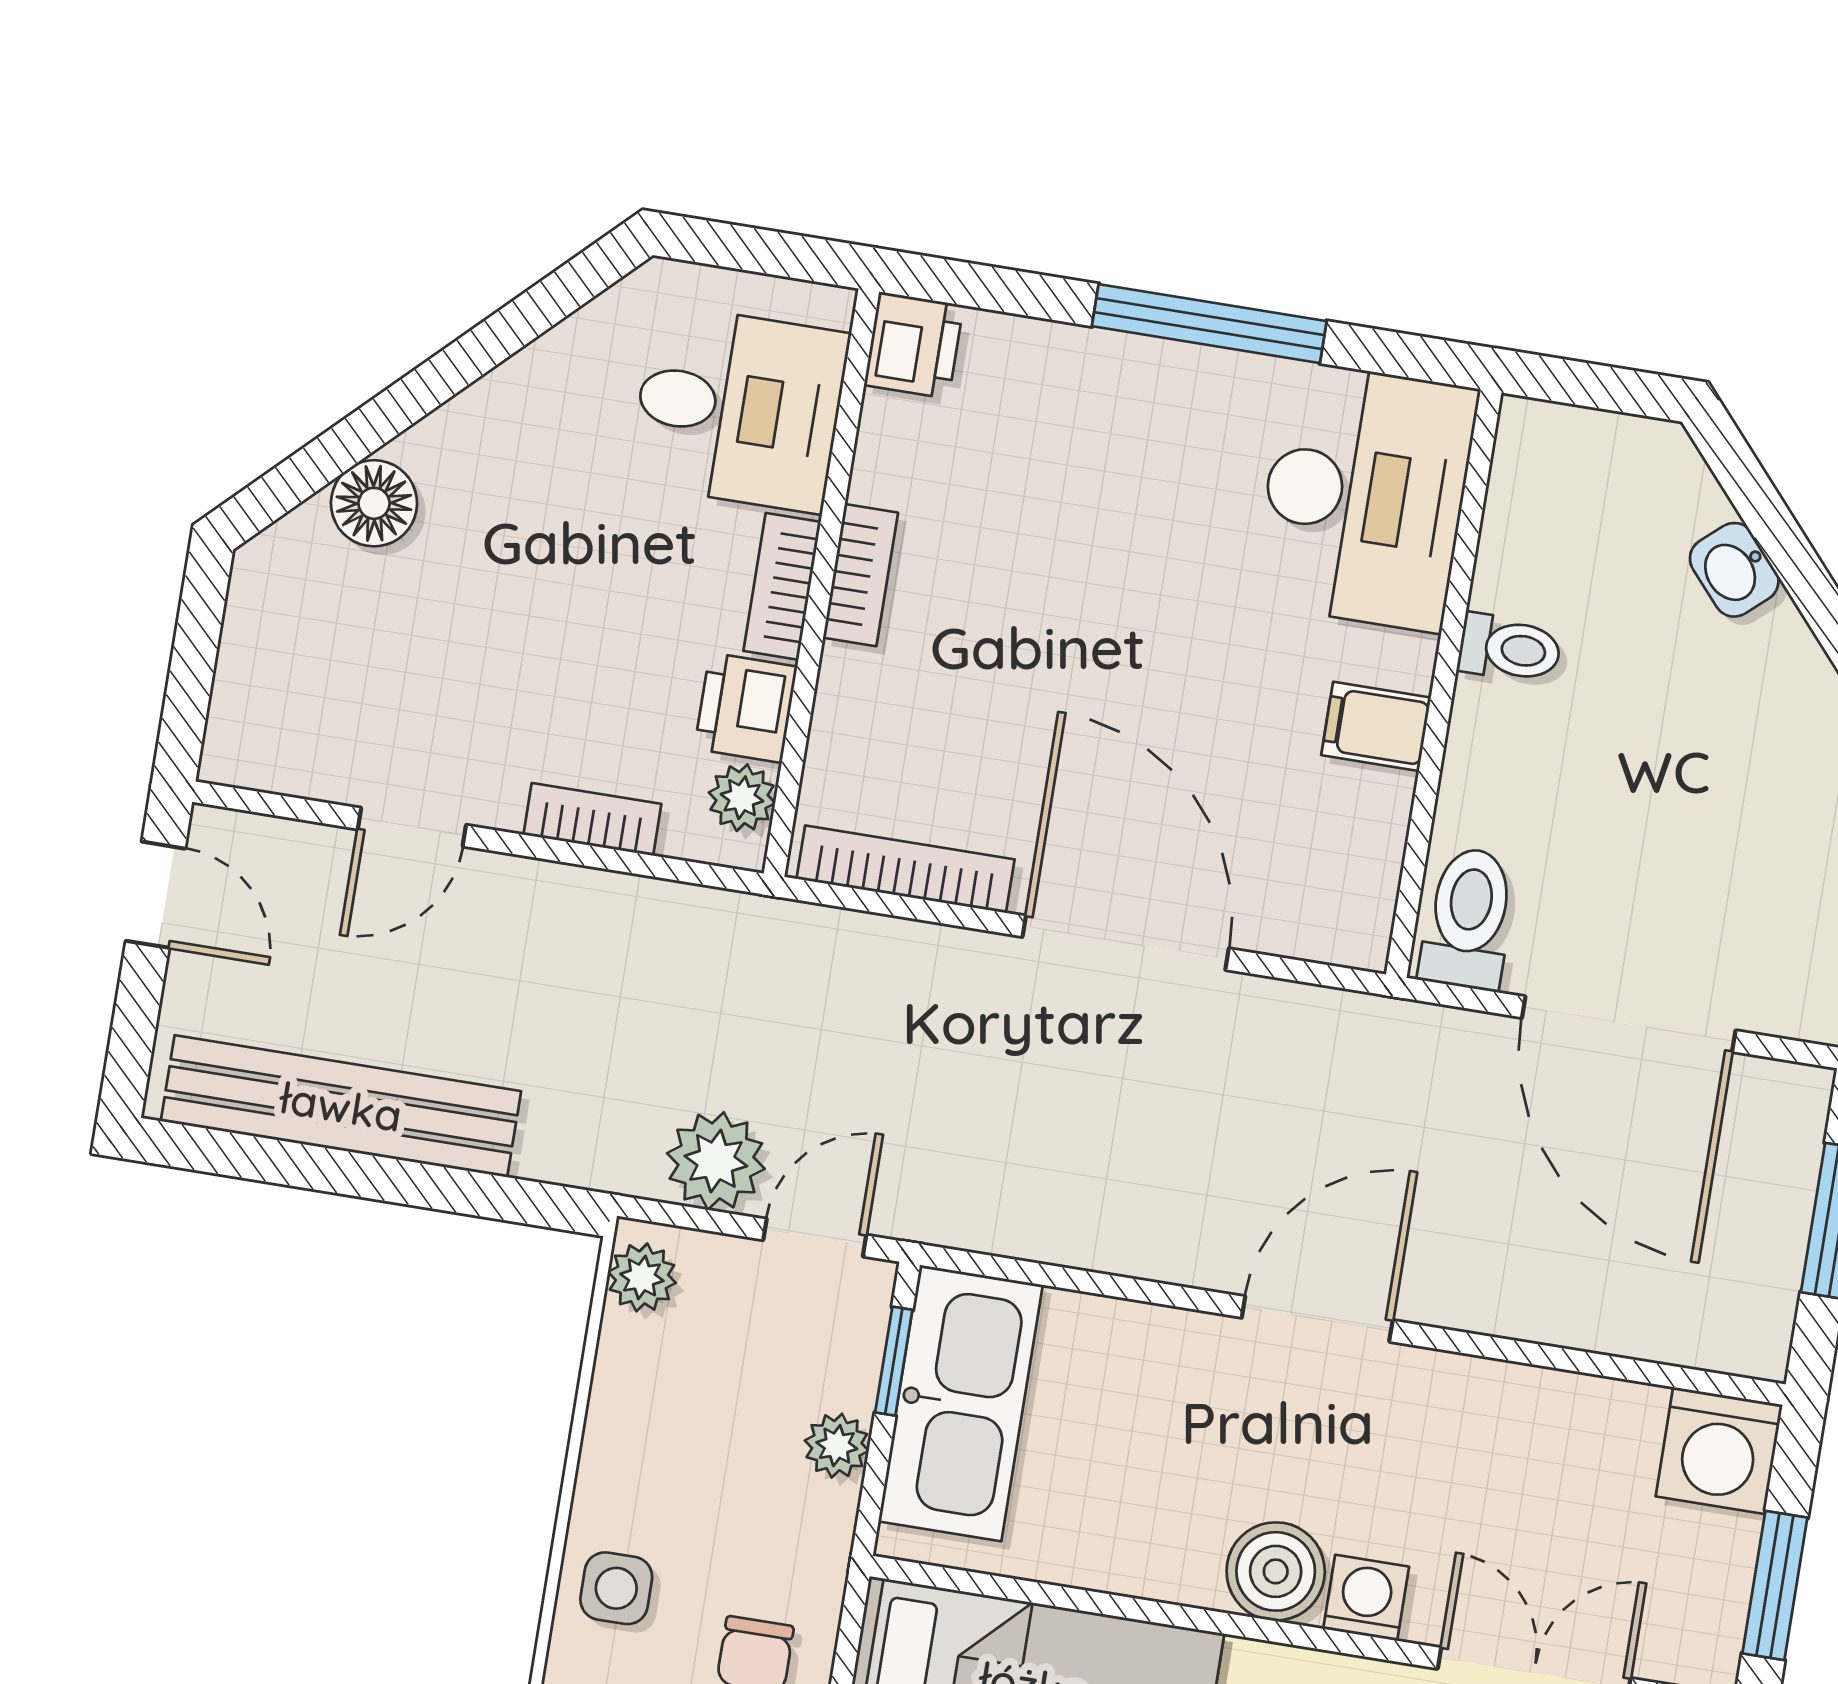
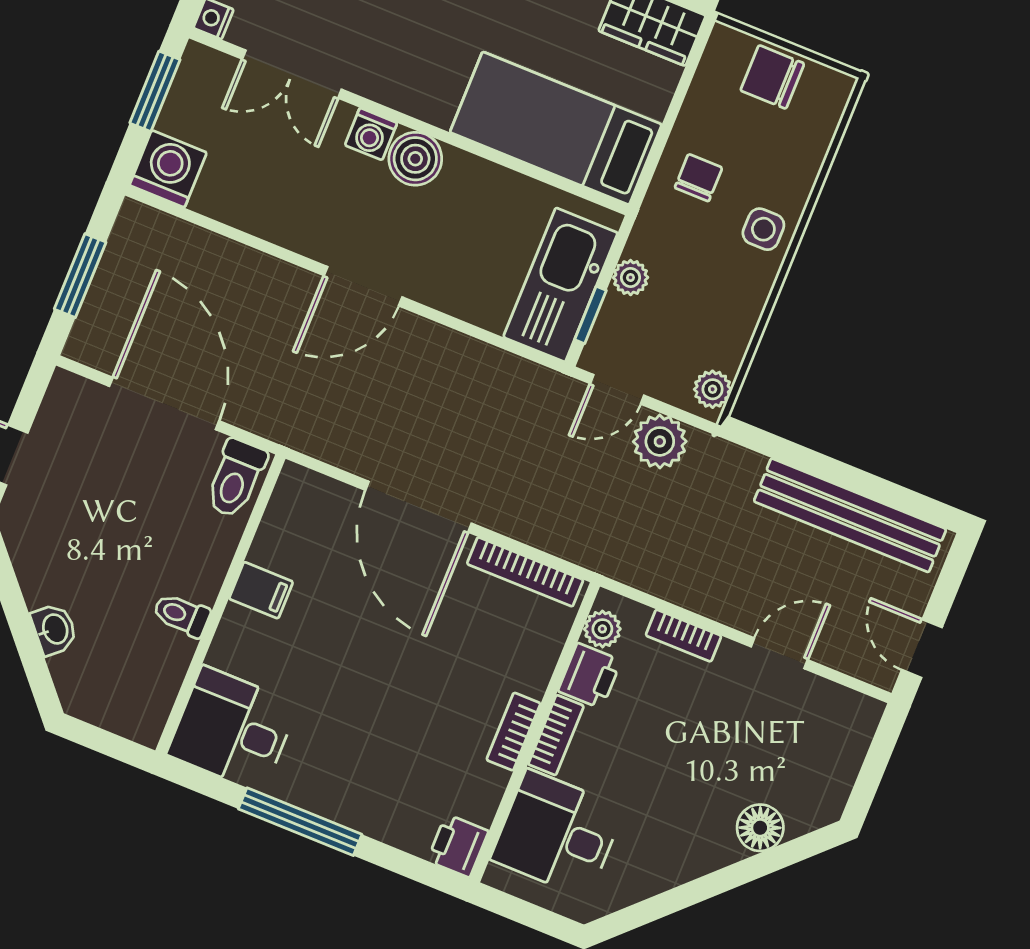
desk: (1365, 496) -> (232, 729), width x0.73

